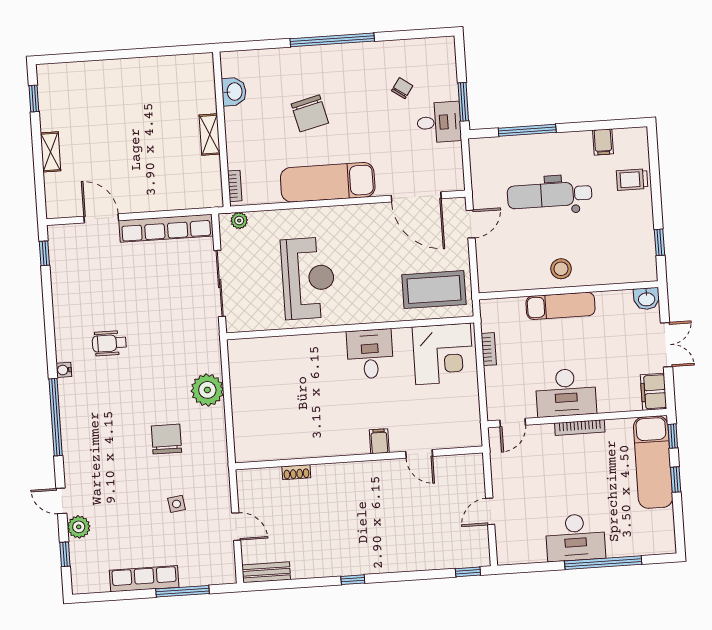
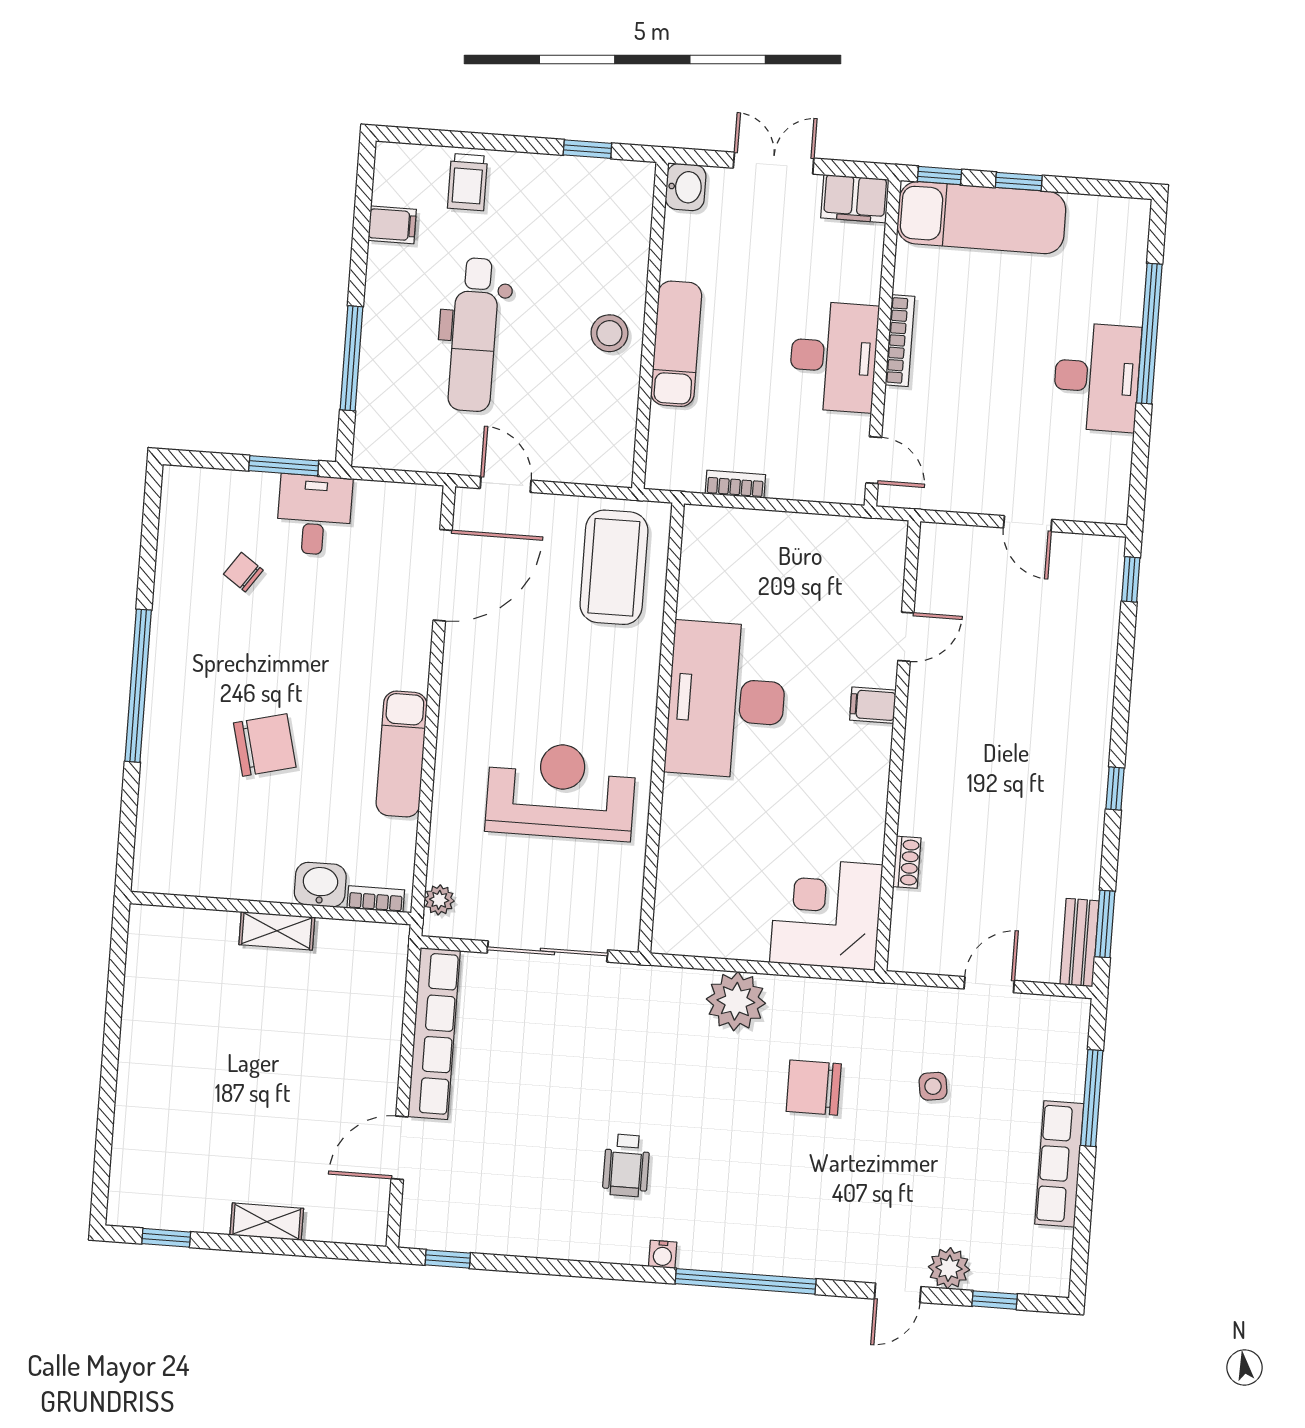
washbasin: (234, 92) -> (320, 885), moved
exam couch: (328, 182) -> (402, 754), width x0.73, depth x0.69
desk: (370, 354) -> (726, 700), width x1.87, depth x1.30
corner desk: (443, 354) -> (826, 914), moved, turned -90
window: (278, 585) -> (1105, 924), added

